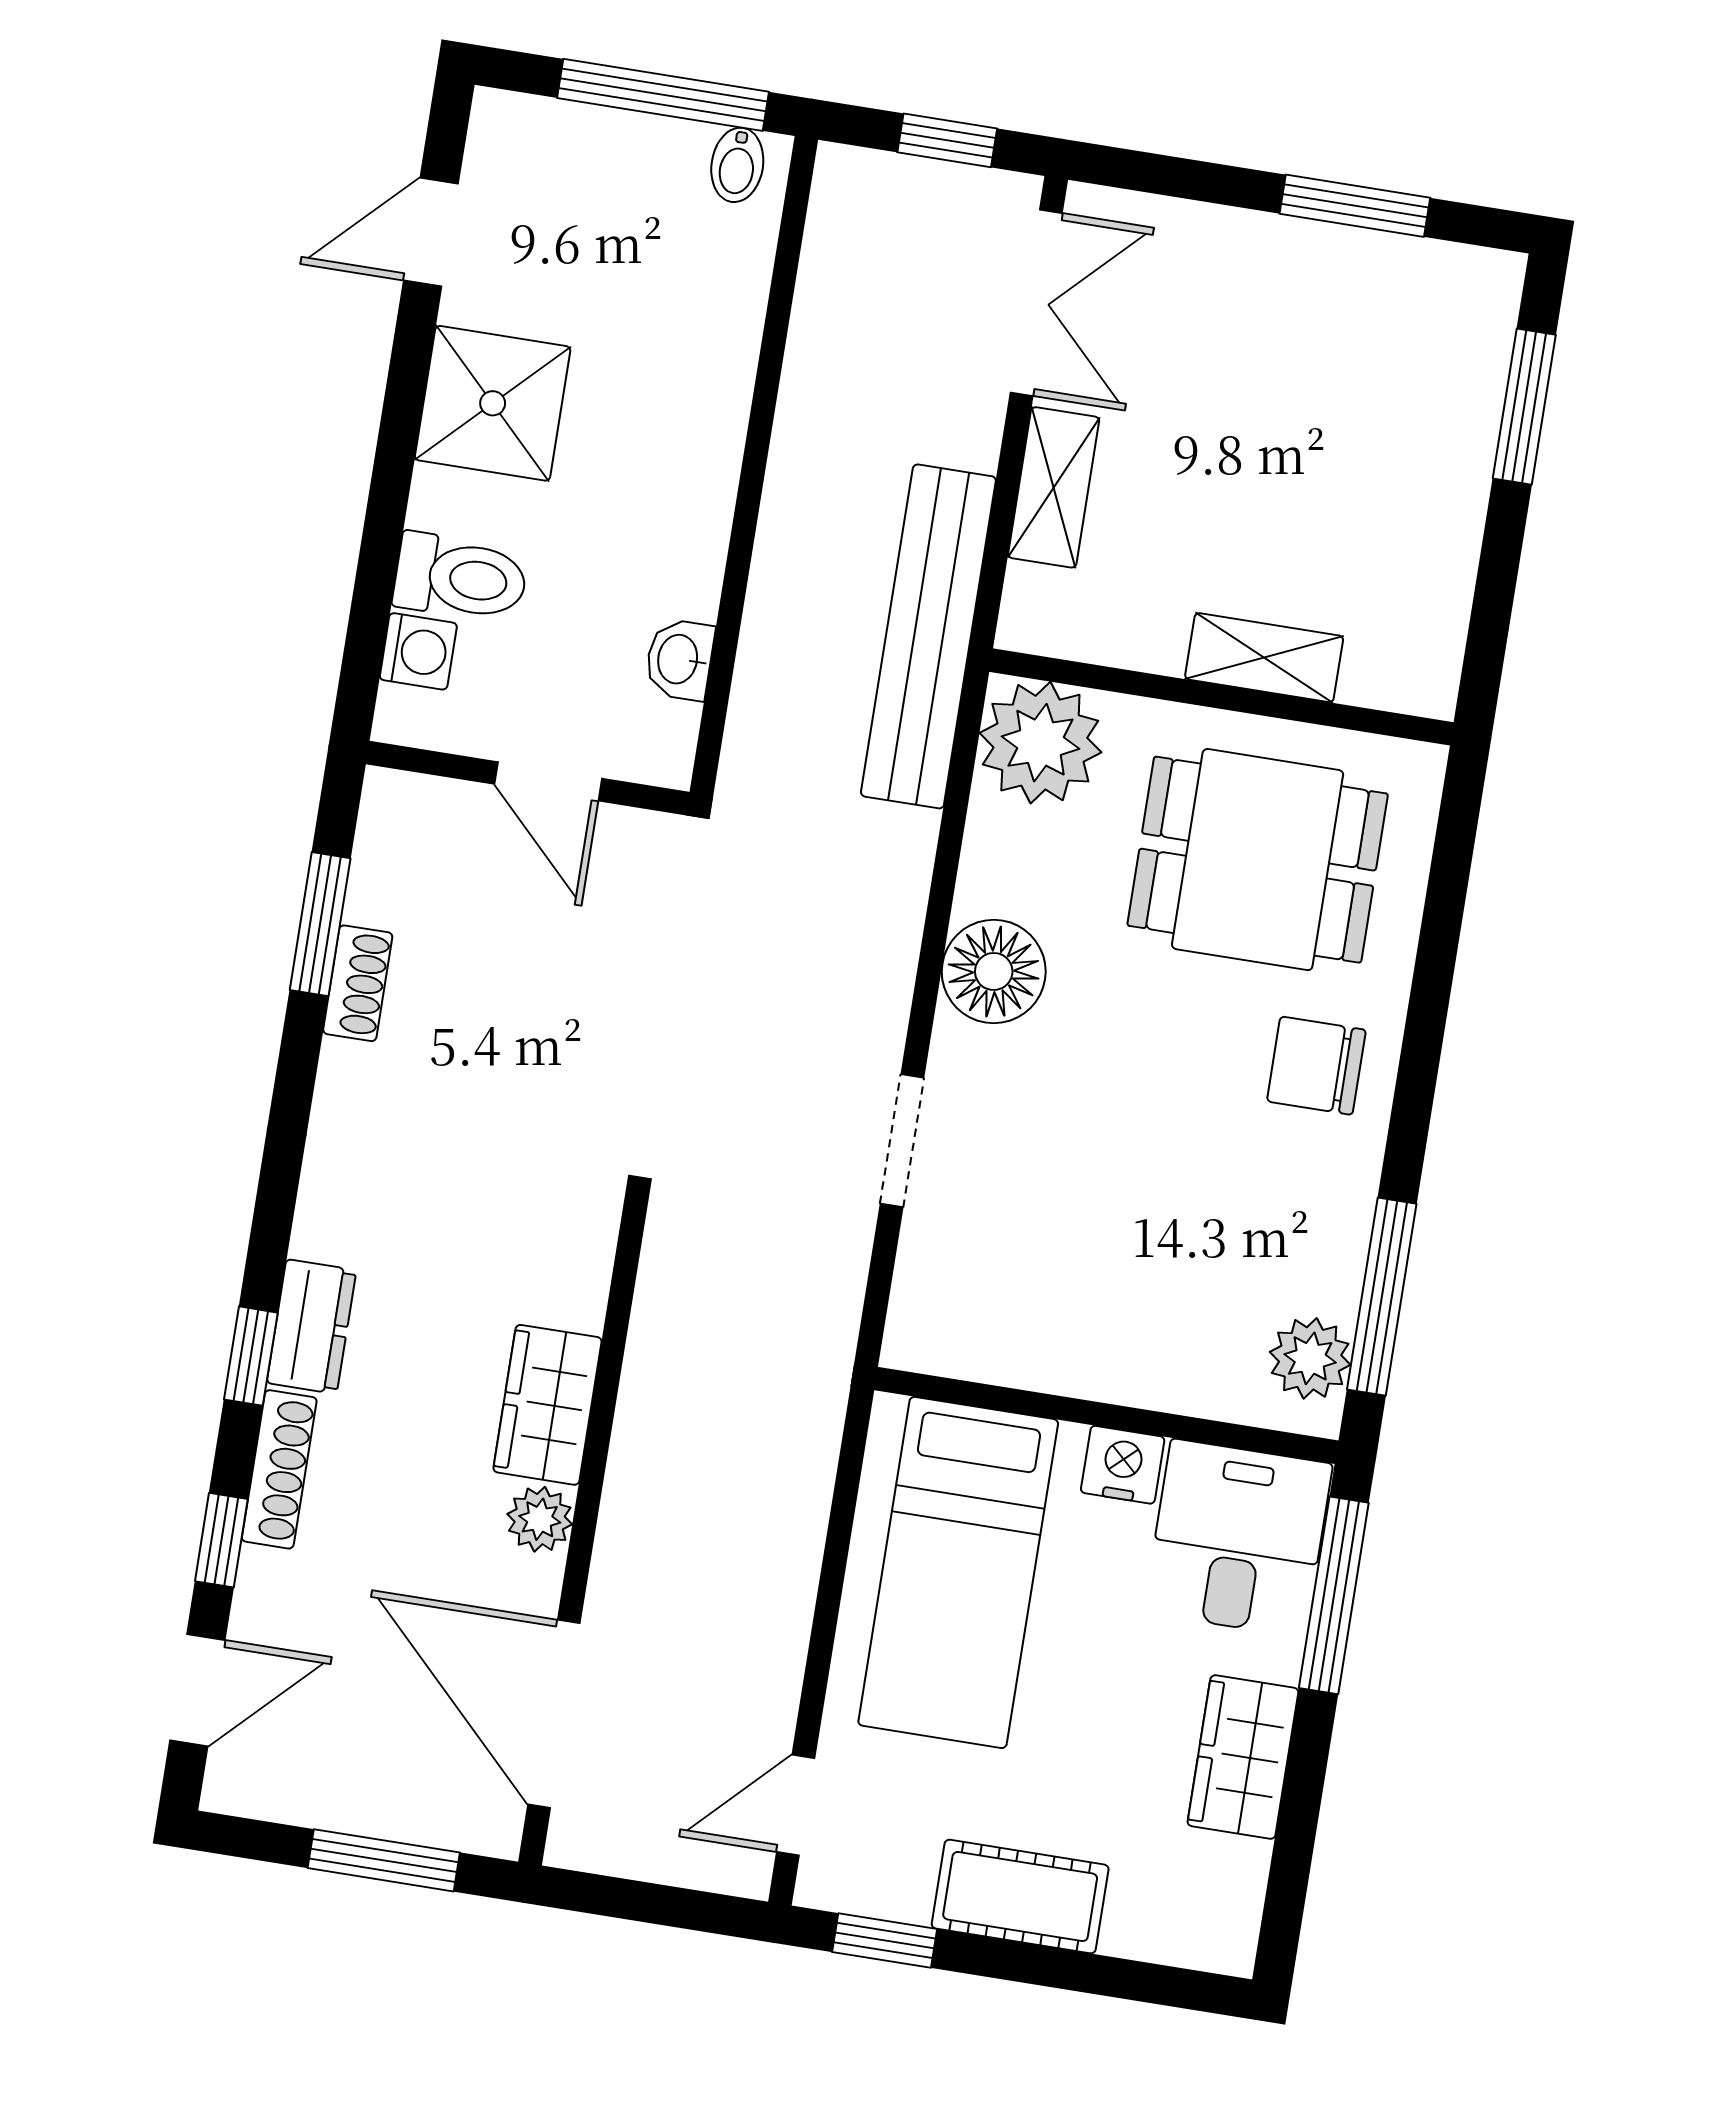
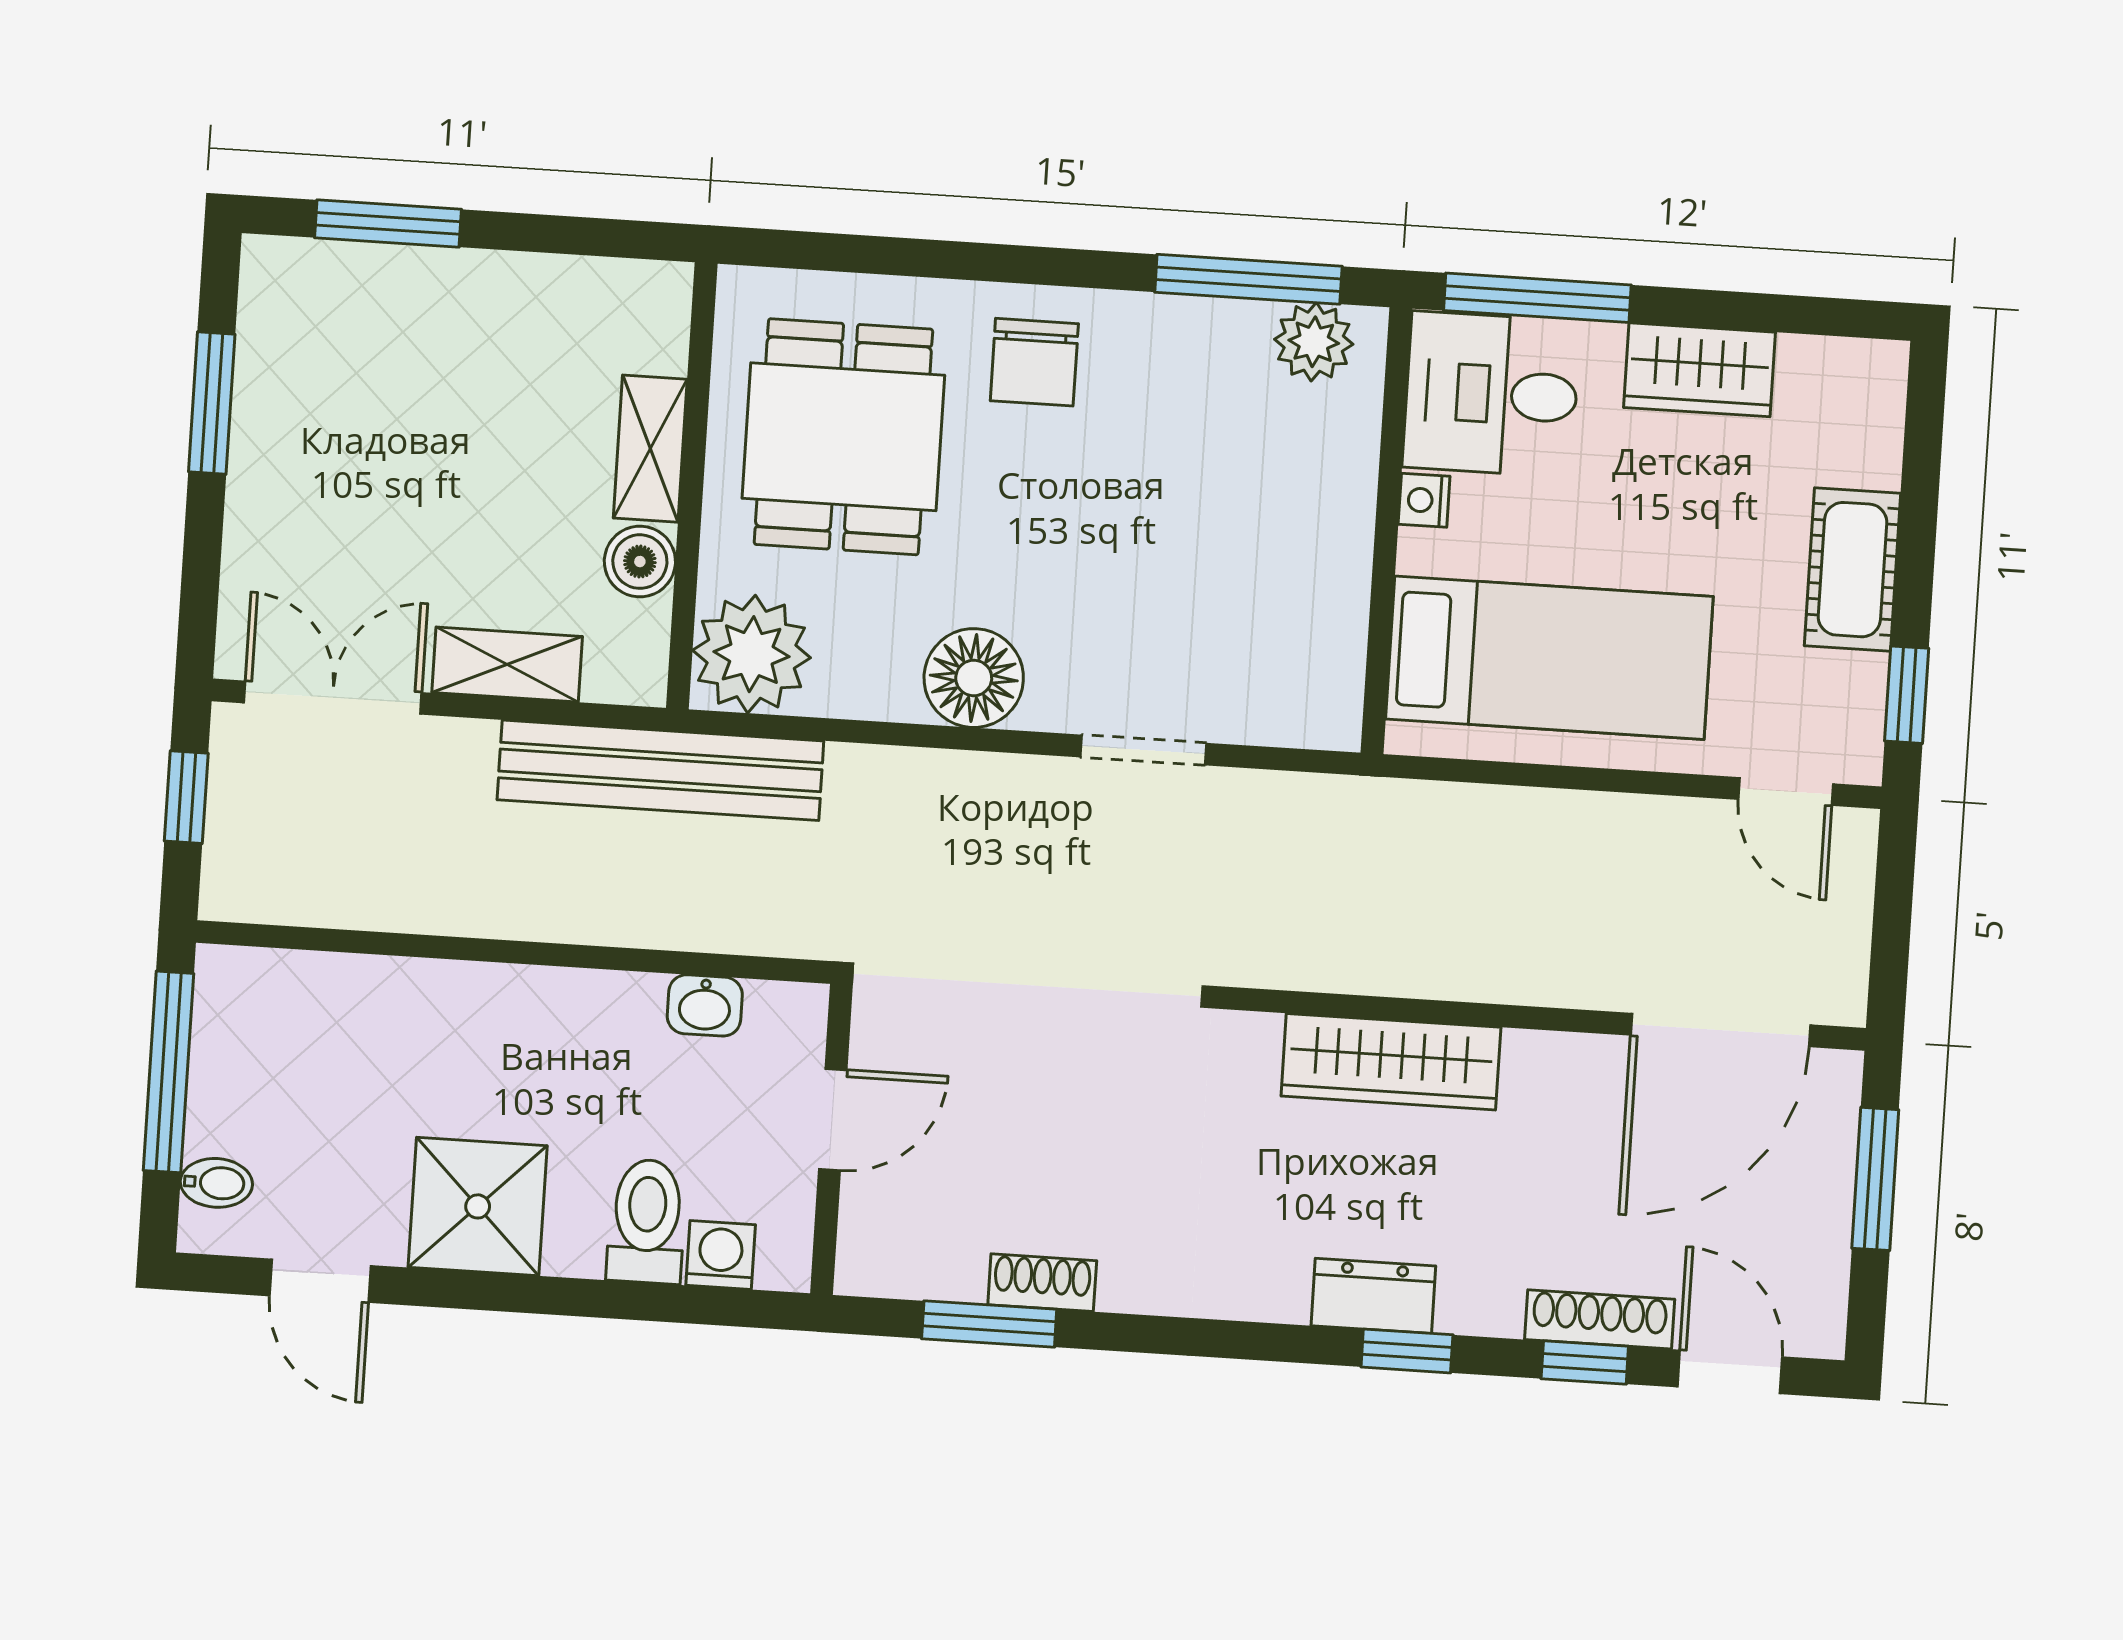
bidet: (737, 165) -> (216, 1183), moved
boiler: (1148, 636) -> (640, 562), added
wardrobe: (548, 1405) -> (1391, 1062), width x1.50
nightstand: (1123, 1465) -> (1424, 500), width x0.72, depth x0.74
shoe rack: (279, 1469) -> (1600, 1319), moved
plant: (540, 1519) -> (1536, 1061), removed

